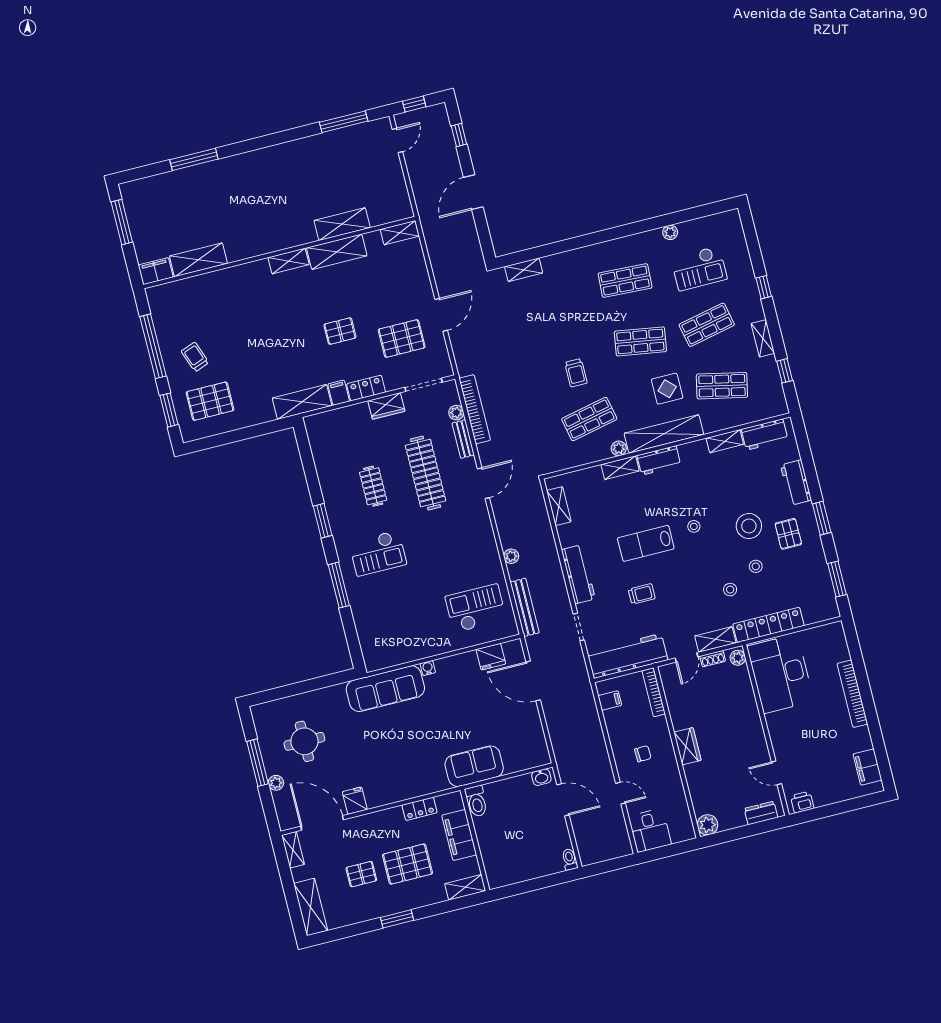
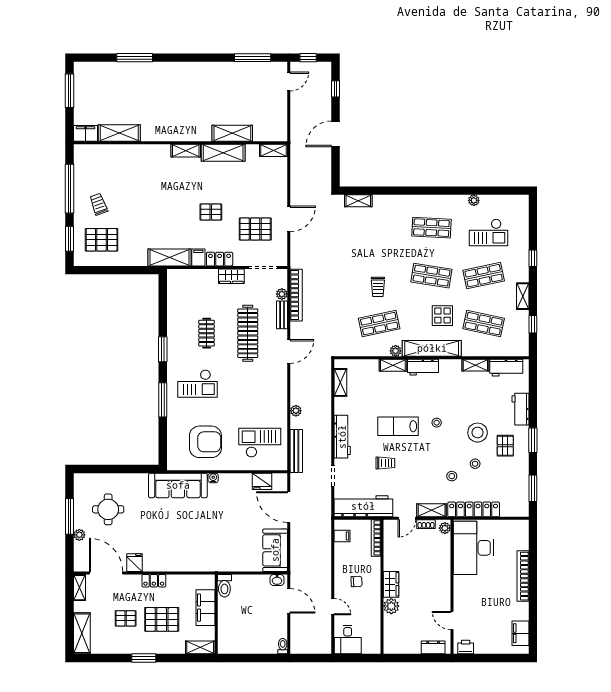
armchair: (406, 625) -> (205, 442), added
sofa: (474, 766) -> (275, 550), moved, turned -90
locker: (420, 809) -> (154, 581), moved
plant: (708, 825) -> (391, 606), moved

